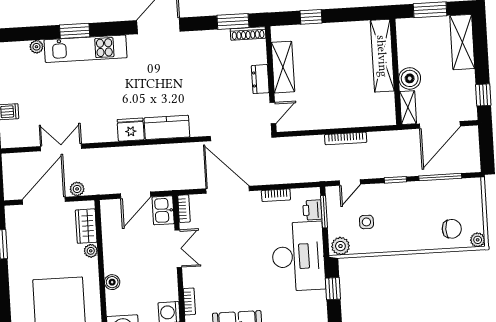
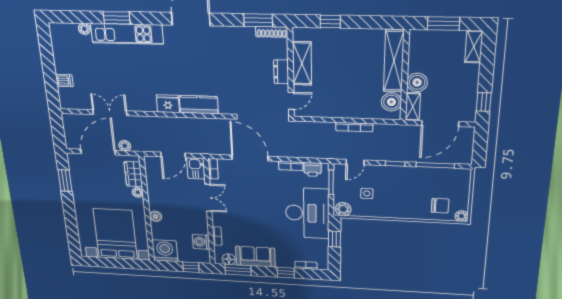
shelving: (462, 42) -> (474, 47), width x0.67, depth x0.75
boiler: (384, 104) -> (391, 102), added
printer: (312, 210) -> (313, 169), moved, turned -90

